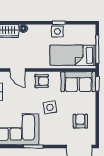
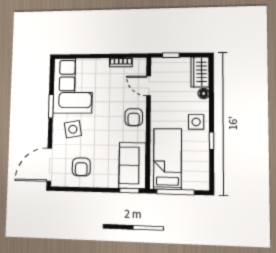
side table: (57, 31) -> (196, 122), moved
door: (17, 70) -> (149, 86), hinge flipped
side table: (50, 107) -> (73, 129), moved
armchair: (80, 121) -> (81, 167), turned 90

